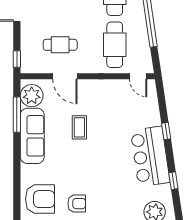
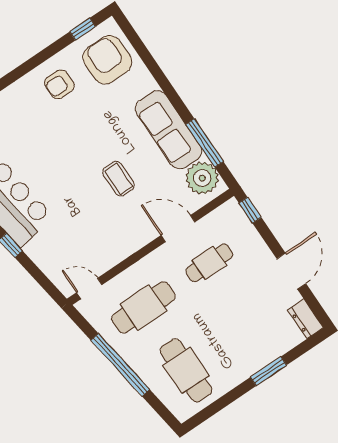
cafe table: (115, 45) -> (143, 307), turned 90
armchair: (40, 199) -> (107, 60), turned 90

